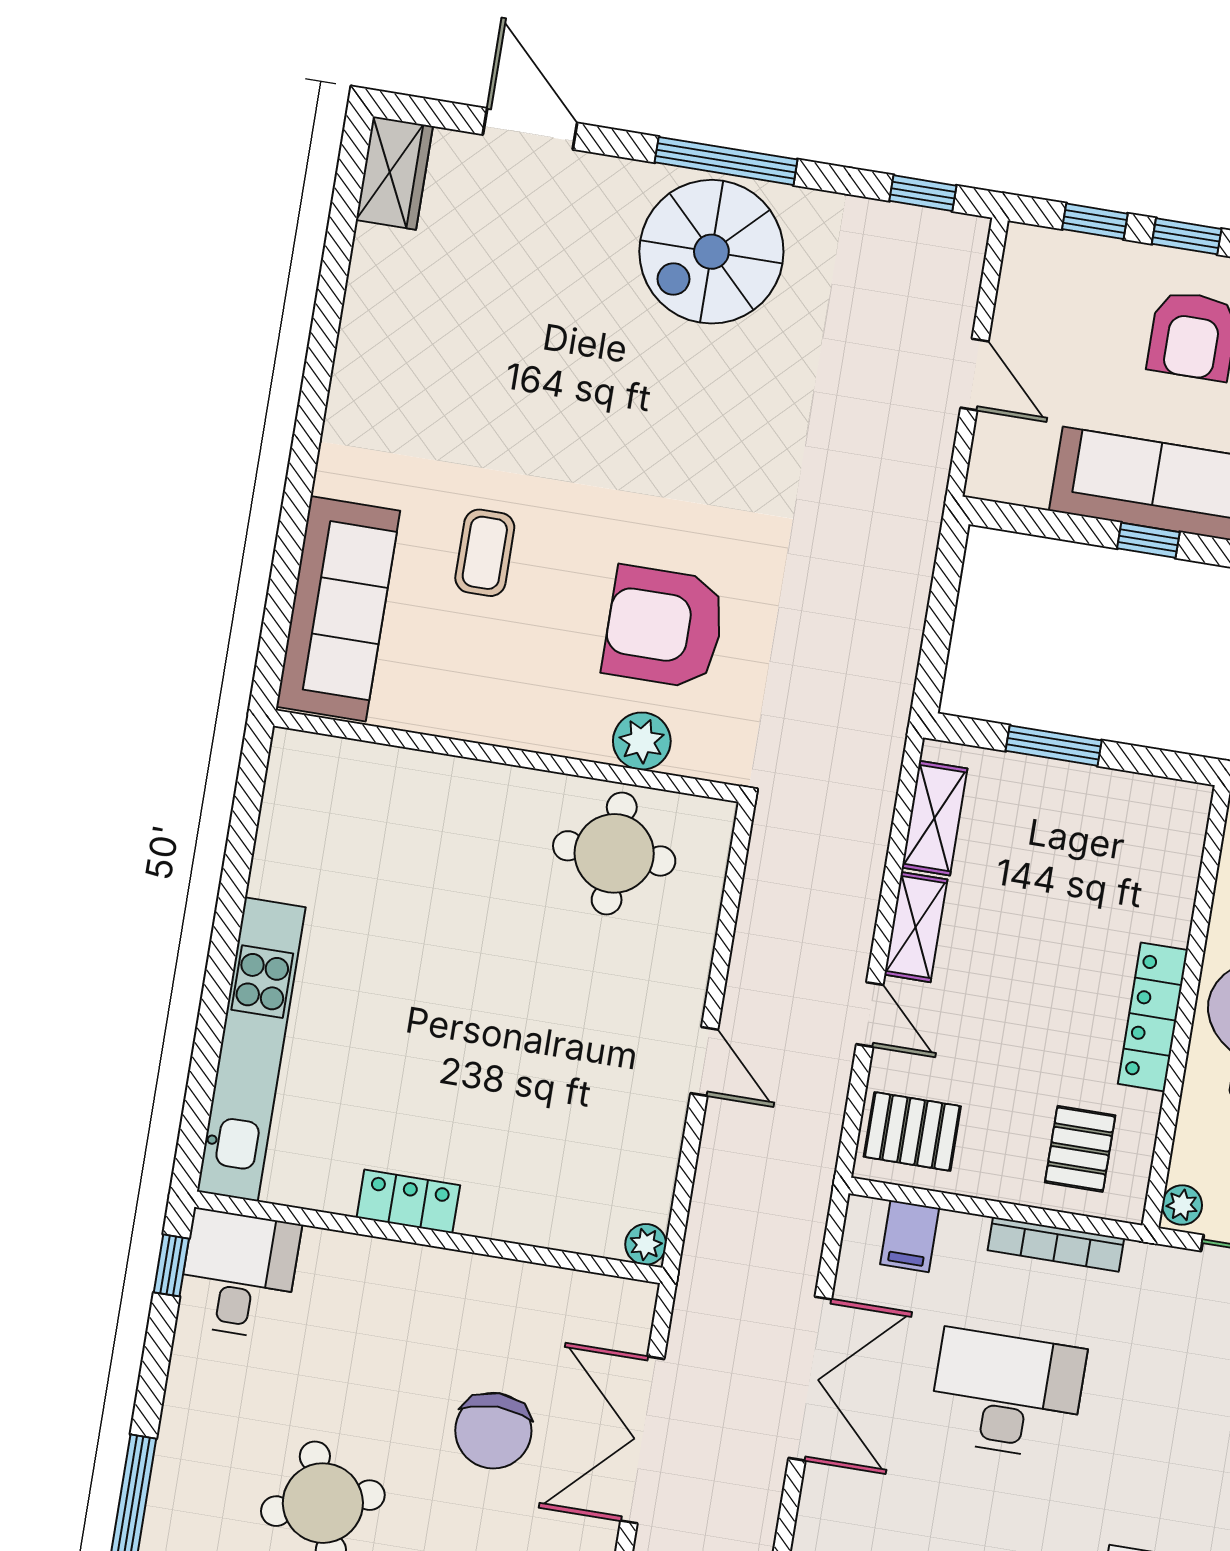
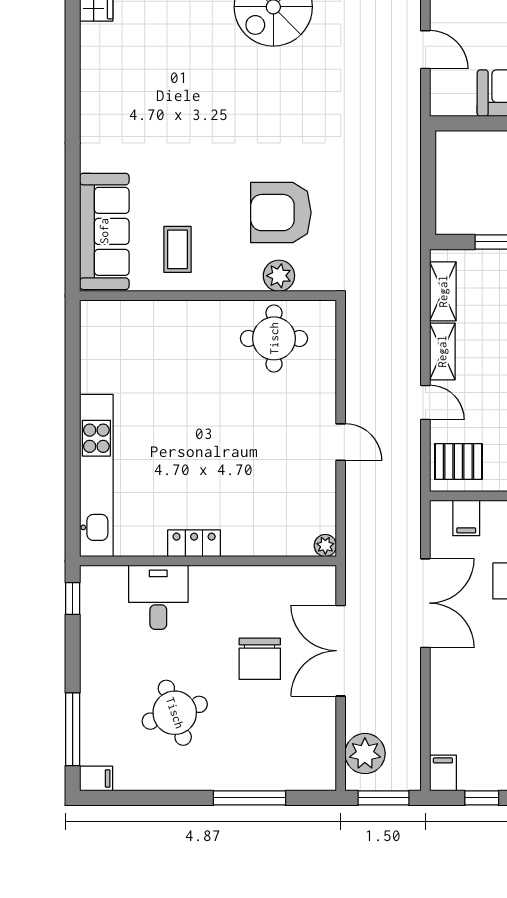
coffee table: (485, 553) -> (178, 249), moved
desk: (239, 1274) -> (158, 597), moved

